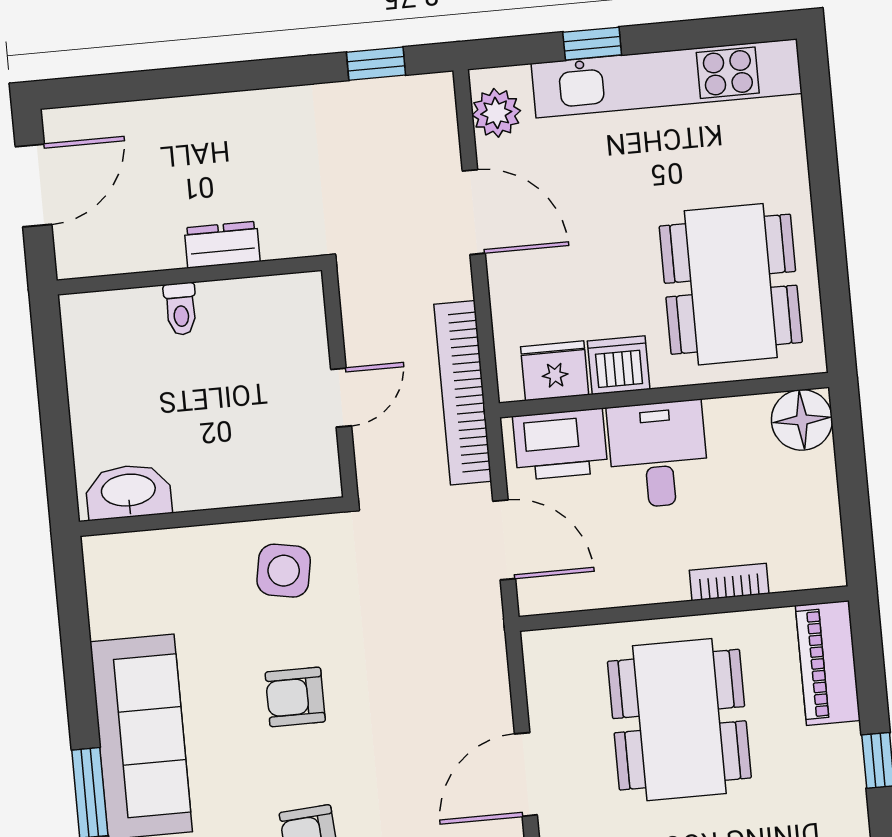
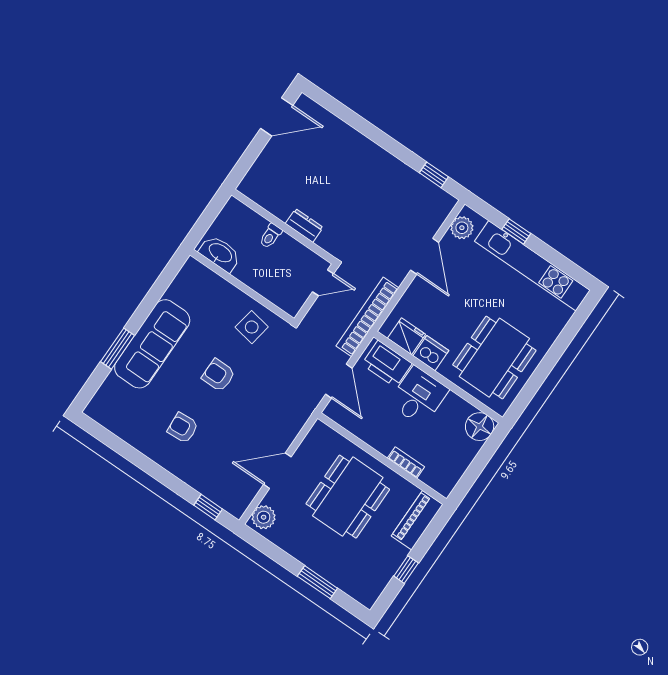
dresser: (222, 245) -> (304, 225), moved
wall: (189, 275) -> (283, 227), moved
toilet: (181, 309) -> (270, 236), moved

